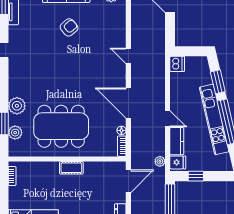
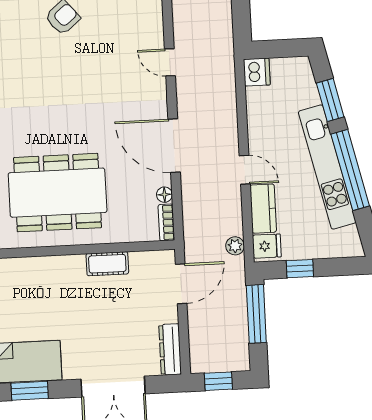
cot: (71, 168) -> (107, 264), moved

